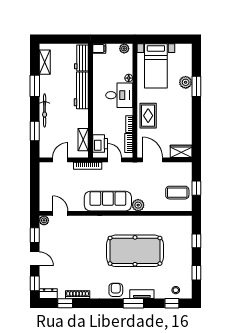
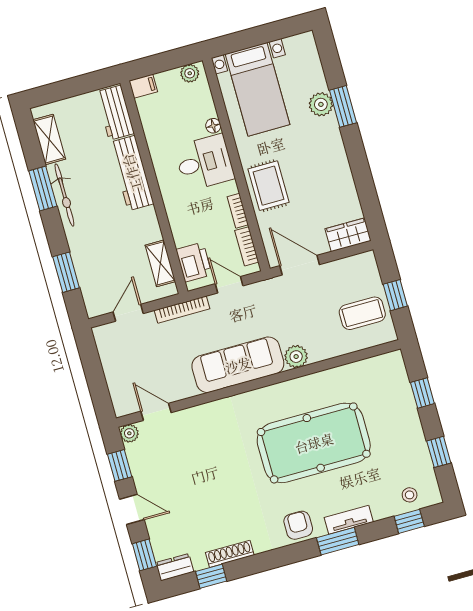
bicycle: (45, 110) -> (64, 195), moved

